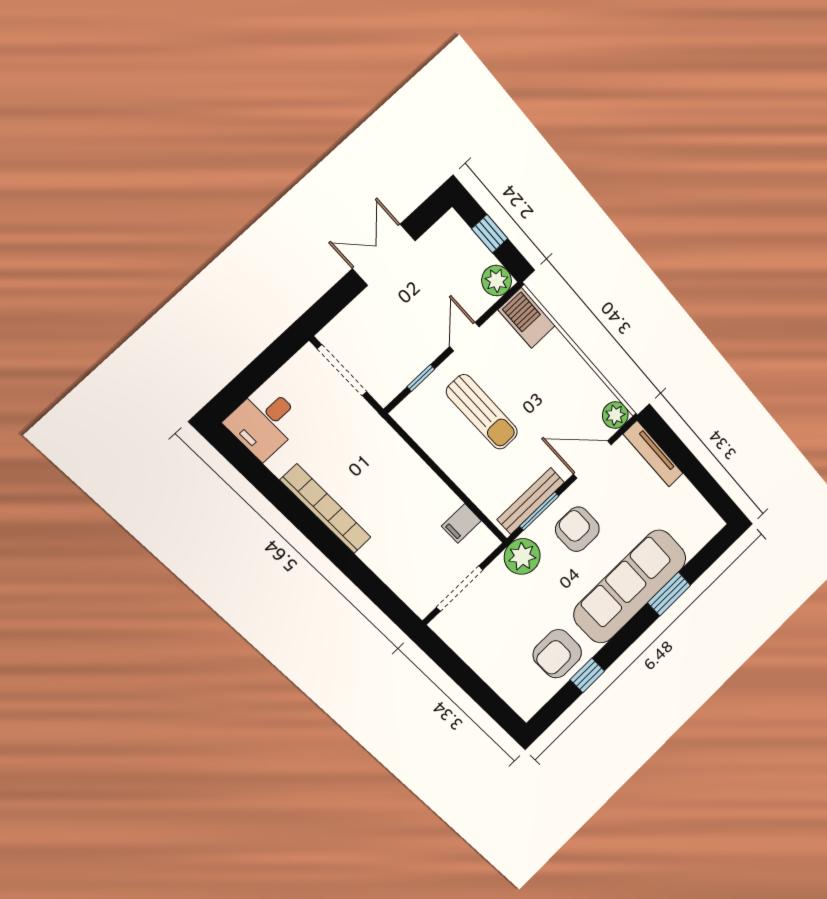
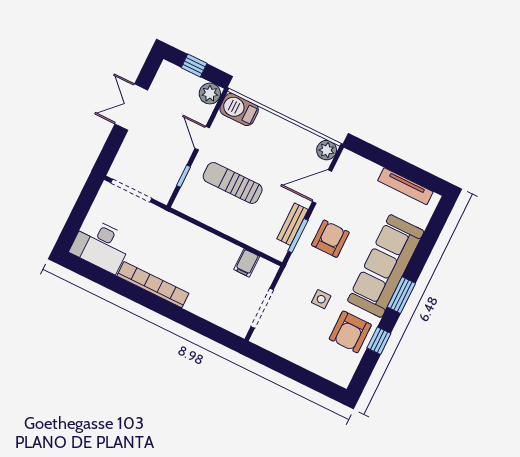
sun lounger: (482, 412) -> (233, 183), turned 180
desk: (264, 422) -> (101, 245), width x1.37
tv unit: (653, 454) -> (405, 186), moved
bench: (531, 501) -> (292, 224), width x0.73
armchair: (577, 529) -> (330, 239), turned 90
plant: (522, 556) -> (298, 271), removed
window: (669, 594) -> (401, 295), moved
side table: (537, 602) -> (321, 299), added

